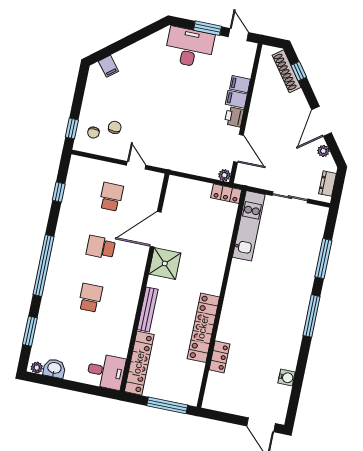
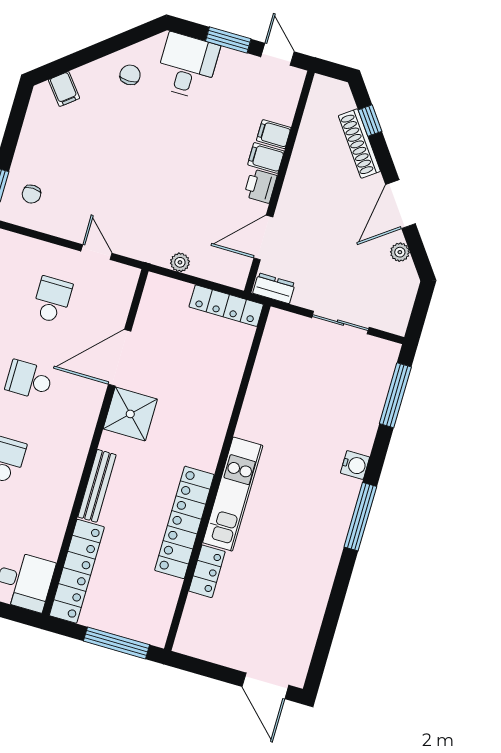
desk: (189, 47) -> (187, 66), width x0.73
shoe rack: (287, 71) -> (359, 143), moved
chair: (115, 127) -> (130, 75), moved
door: (238, 148) -> (263, 237), swing flipped
plant: (224, 175) -> (180, 262), moved
dresser: (327, 184) -> (274, 288), moved, turned 90
locker: (226, 194) -> (226, 306), width x1.53
kitchen unit: (249, 226) -> (233, 494), moved
window: (323, 259) -> (395, 395), moved
water cooler: (287, 377) -> (355, 465), moved

